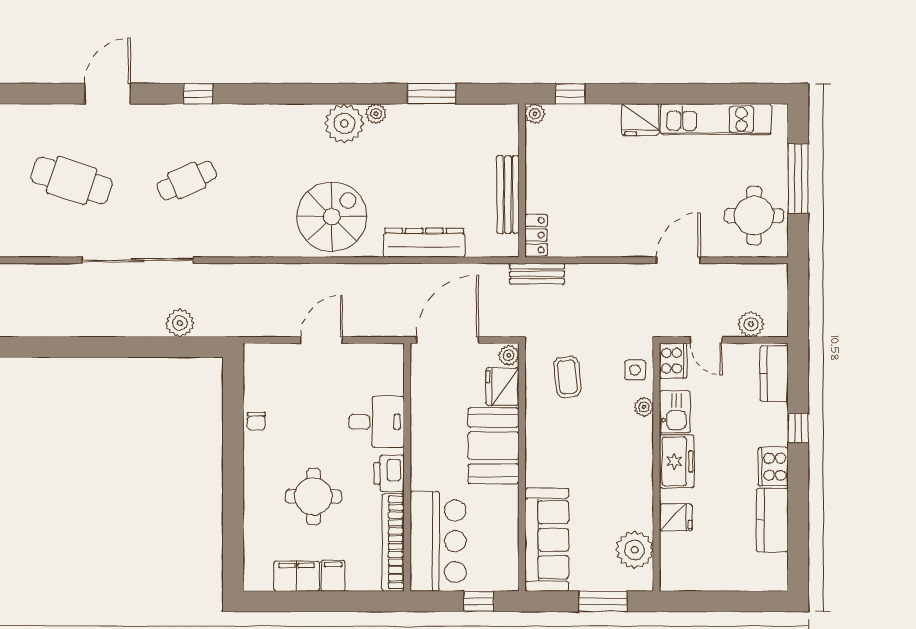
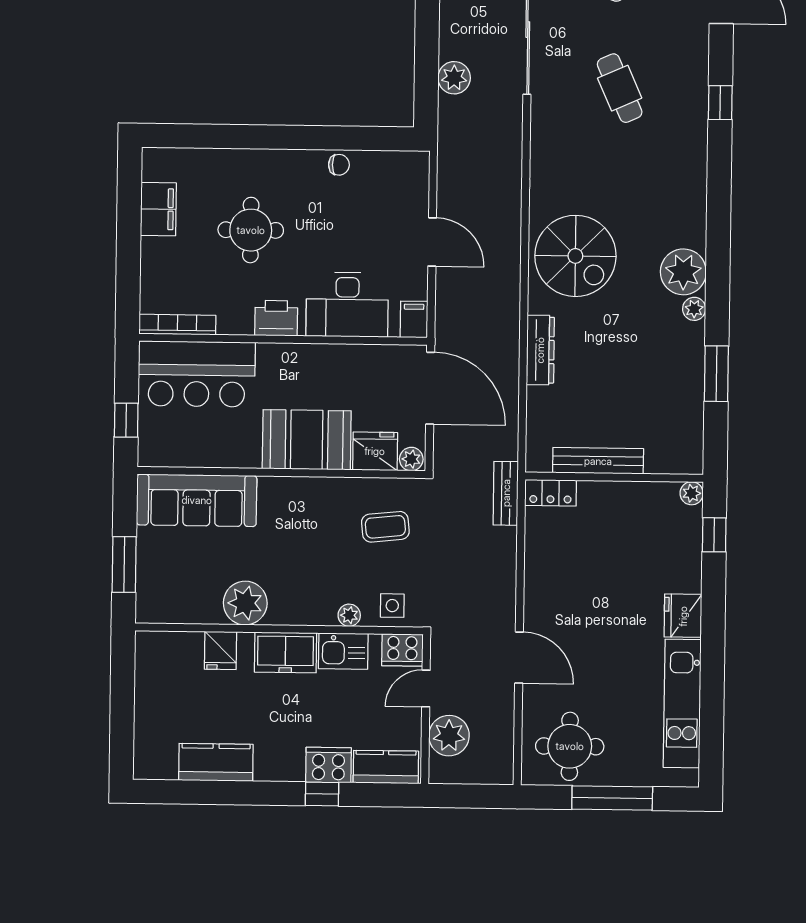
dresser: (424, 243) -> (540, 350), width x0.73, depth x0.80
plant: (751, 324) -> (449, 736), width x1.36, depth x1.36
chair: (256, 421) -> (339, 165), turned 180
desk: (377, 422) -> (347, 305), width x1.37
cooker: (773, 467) -> (328, 765), moved
bookcase: (393, 543) -> (177, 325), width x0.68, depth x0.76
plant: (635, 550) -> (245, 603), moved
filing cabinet: (333, 576) -> (414, 319), moved, turned -90

